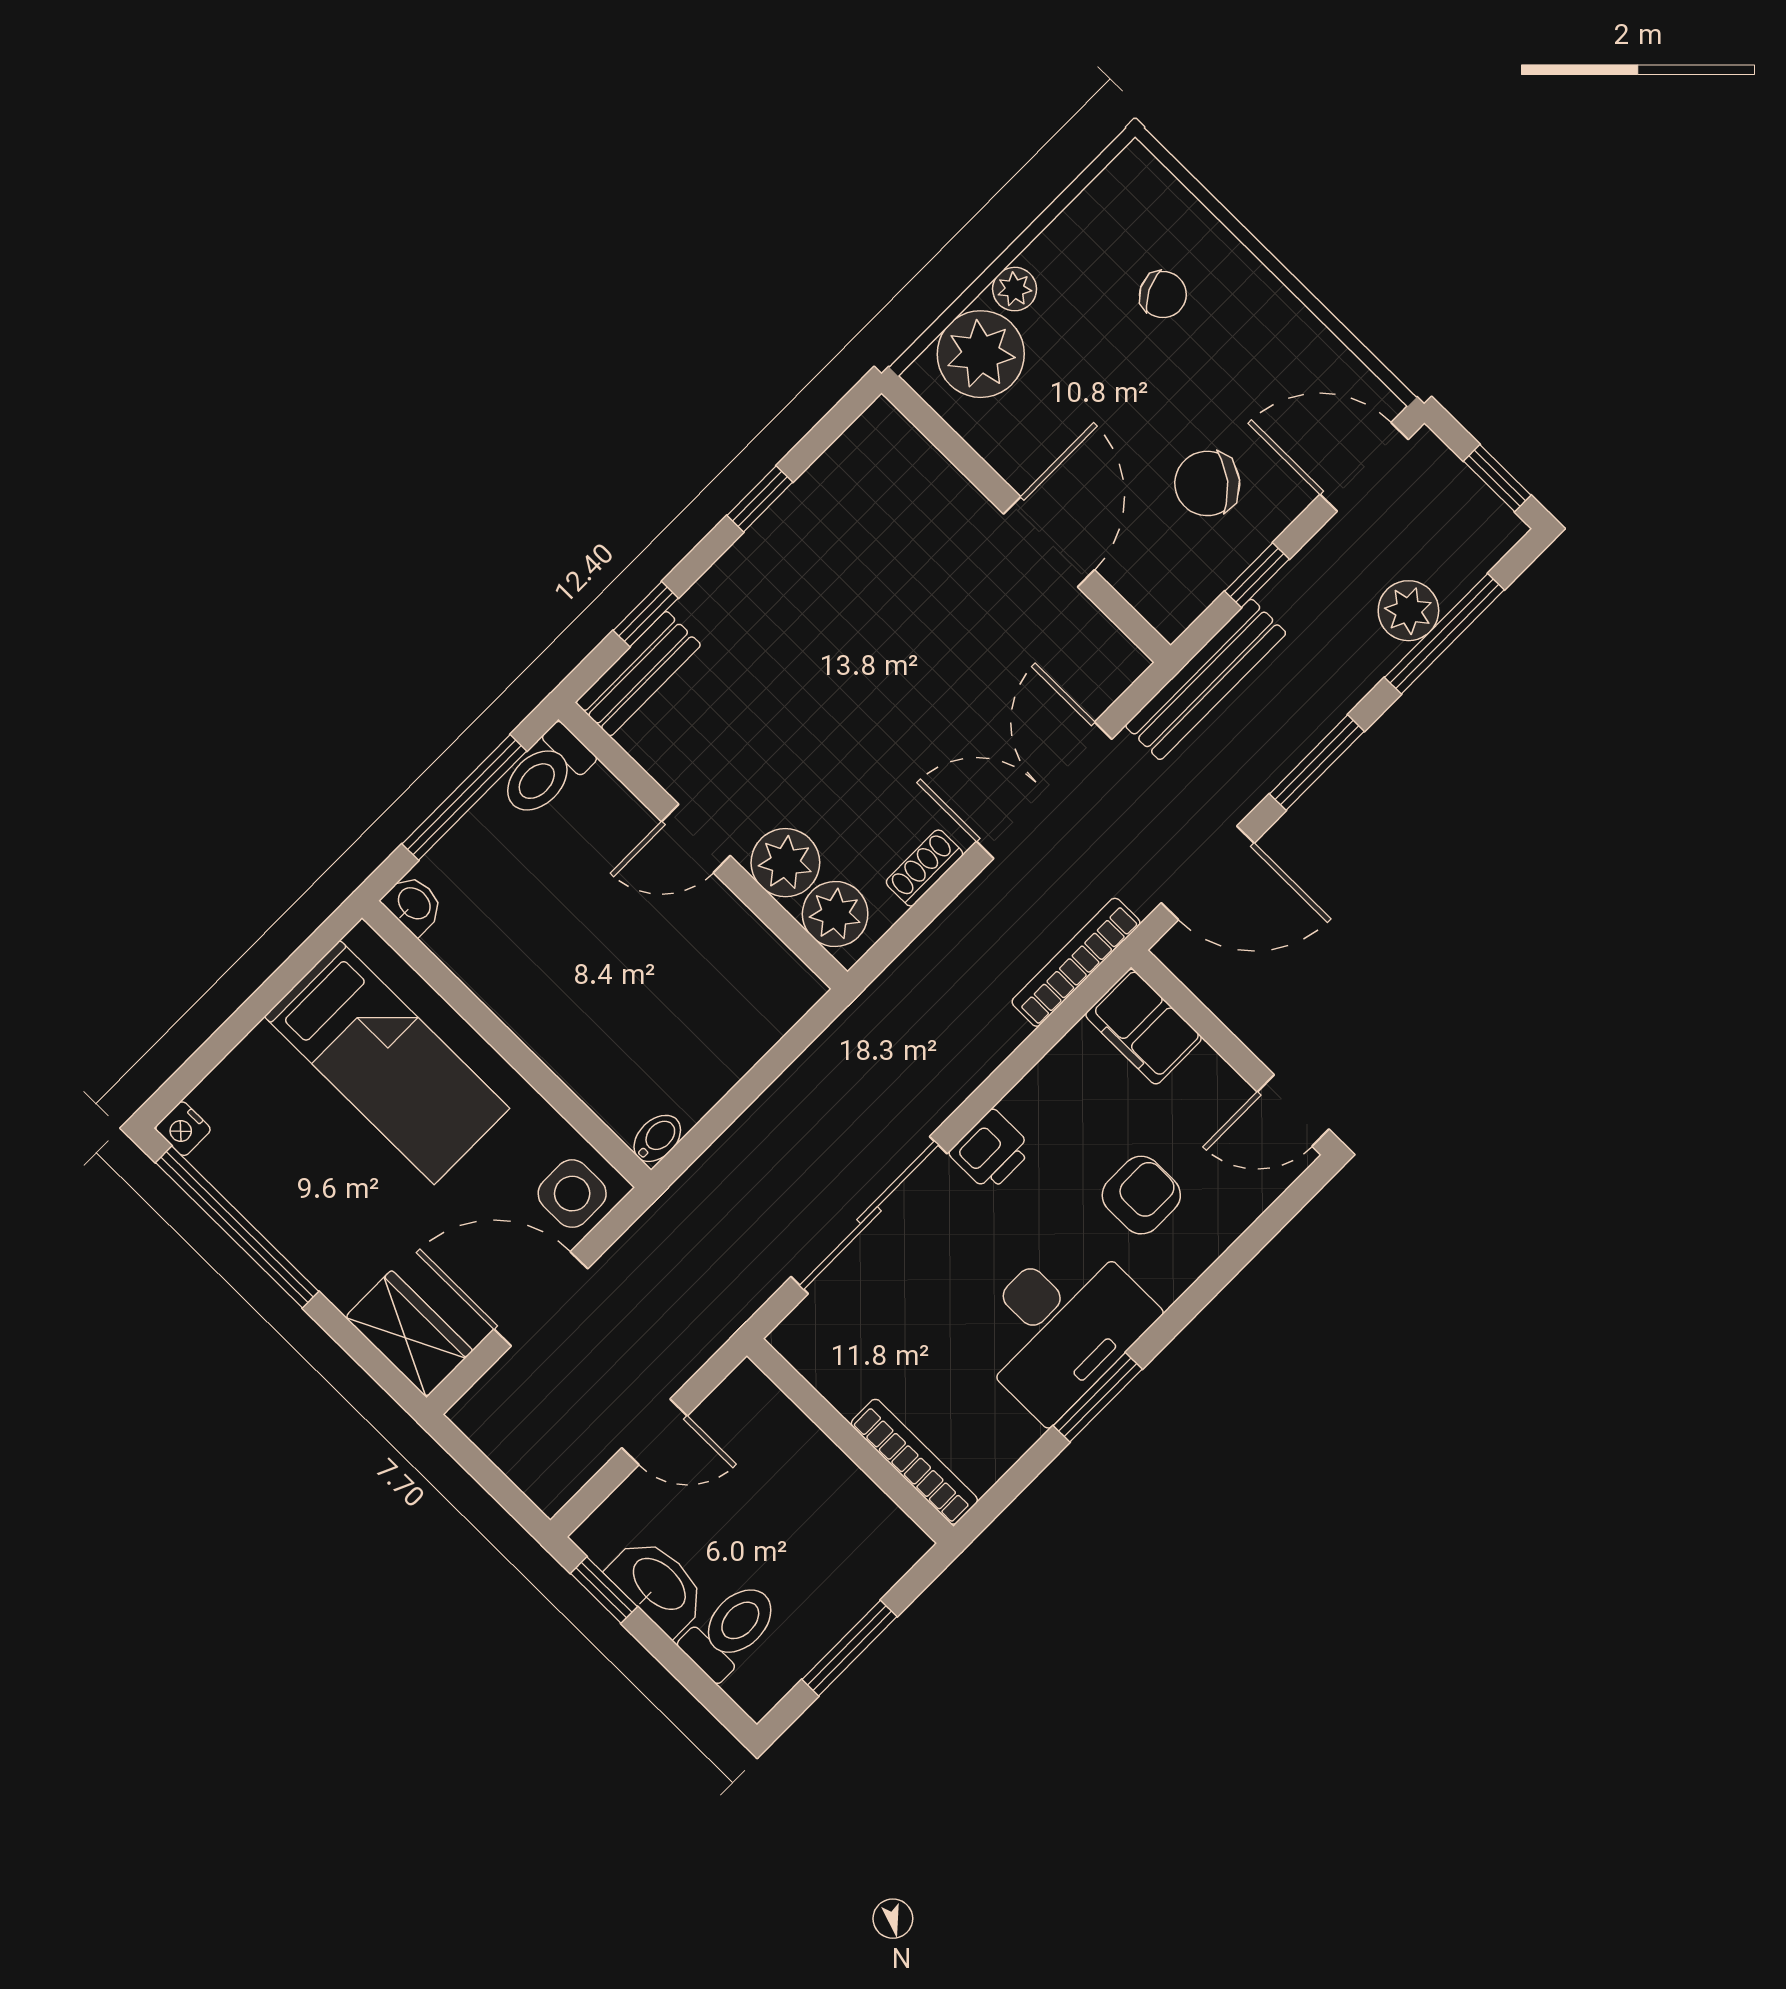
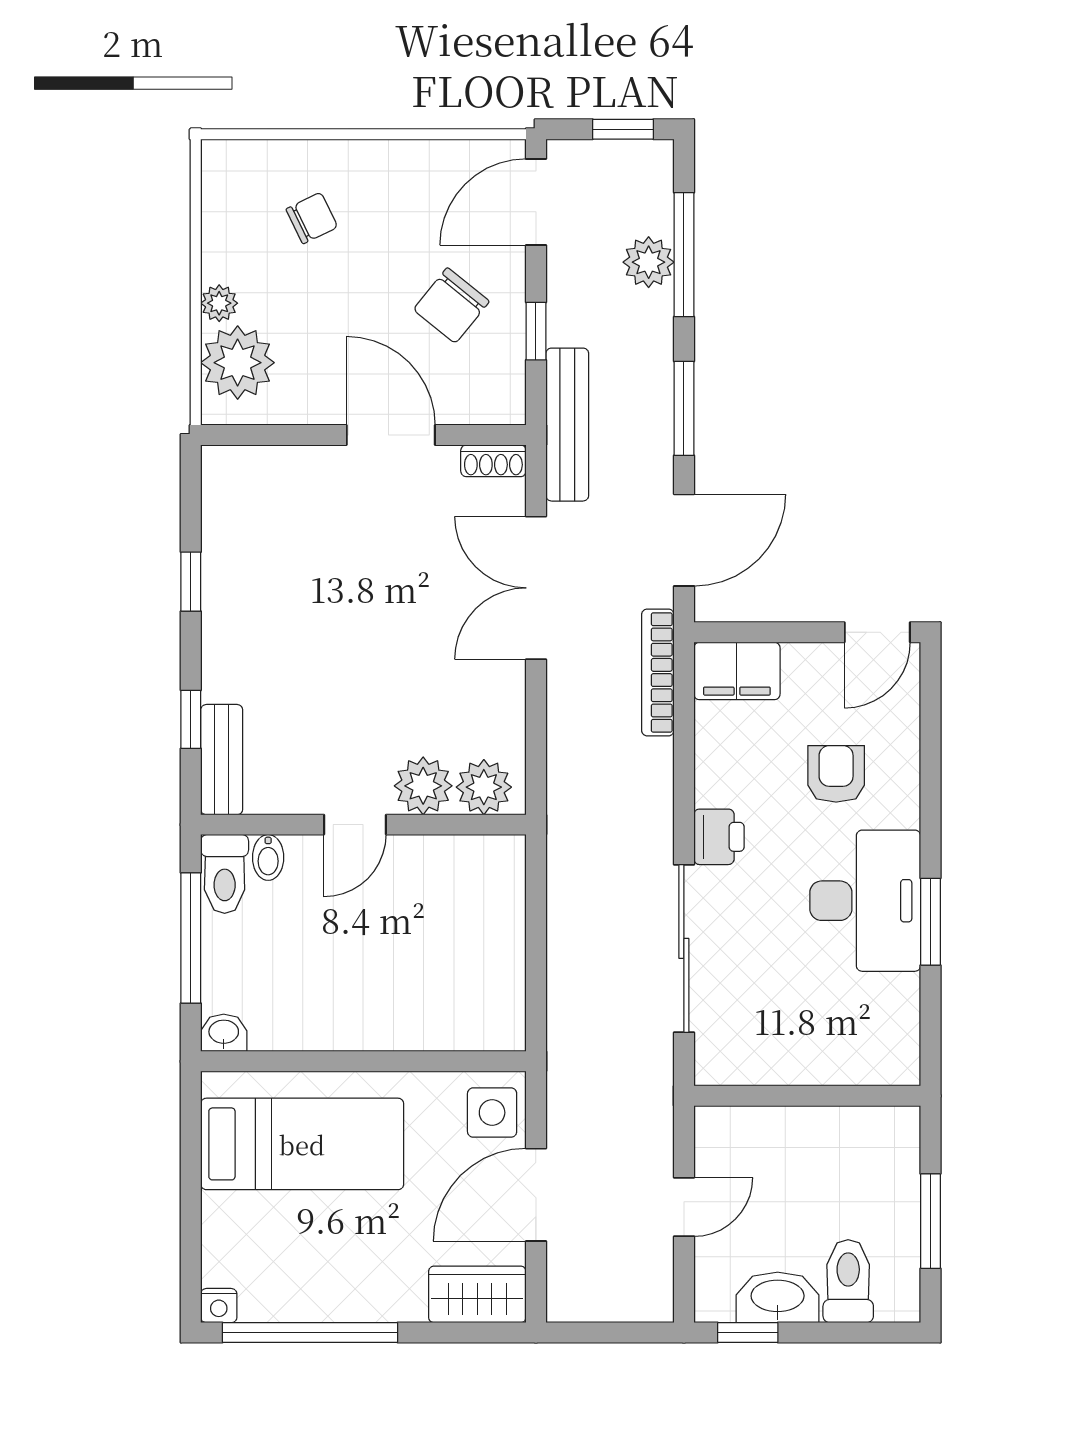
shoe rack: (924, 868) -> (493, 461), moved, turned -90
bidet: (657, 1138) -> (268, 857), moved, turned 180
bookcase: (914, 1462) -> (858, 1070), removed

